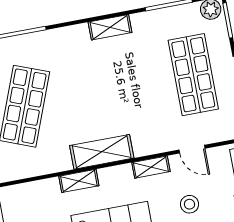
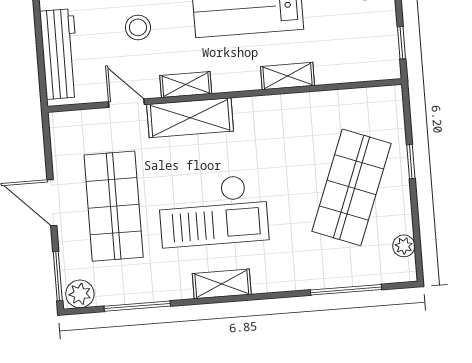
checkout: (122, 79) -> (213, 211), added
shelving: (102, 152) -> (190, 118), moved

